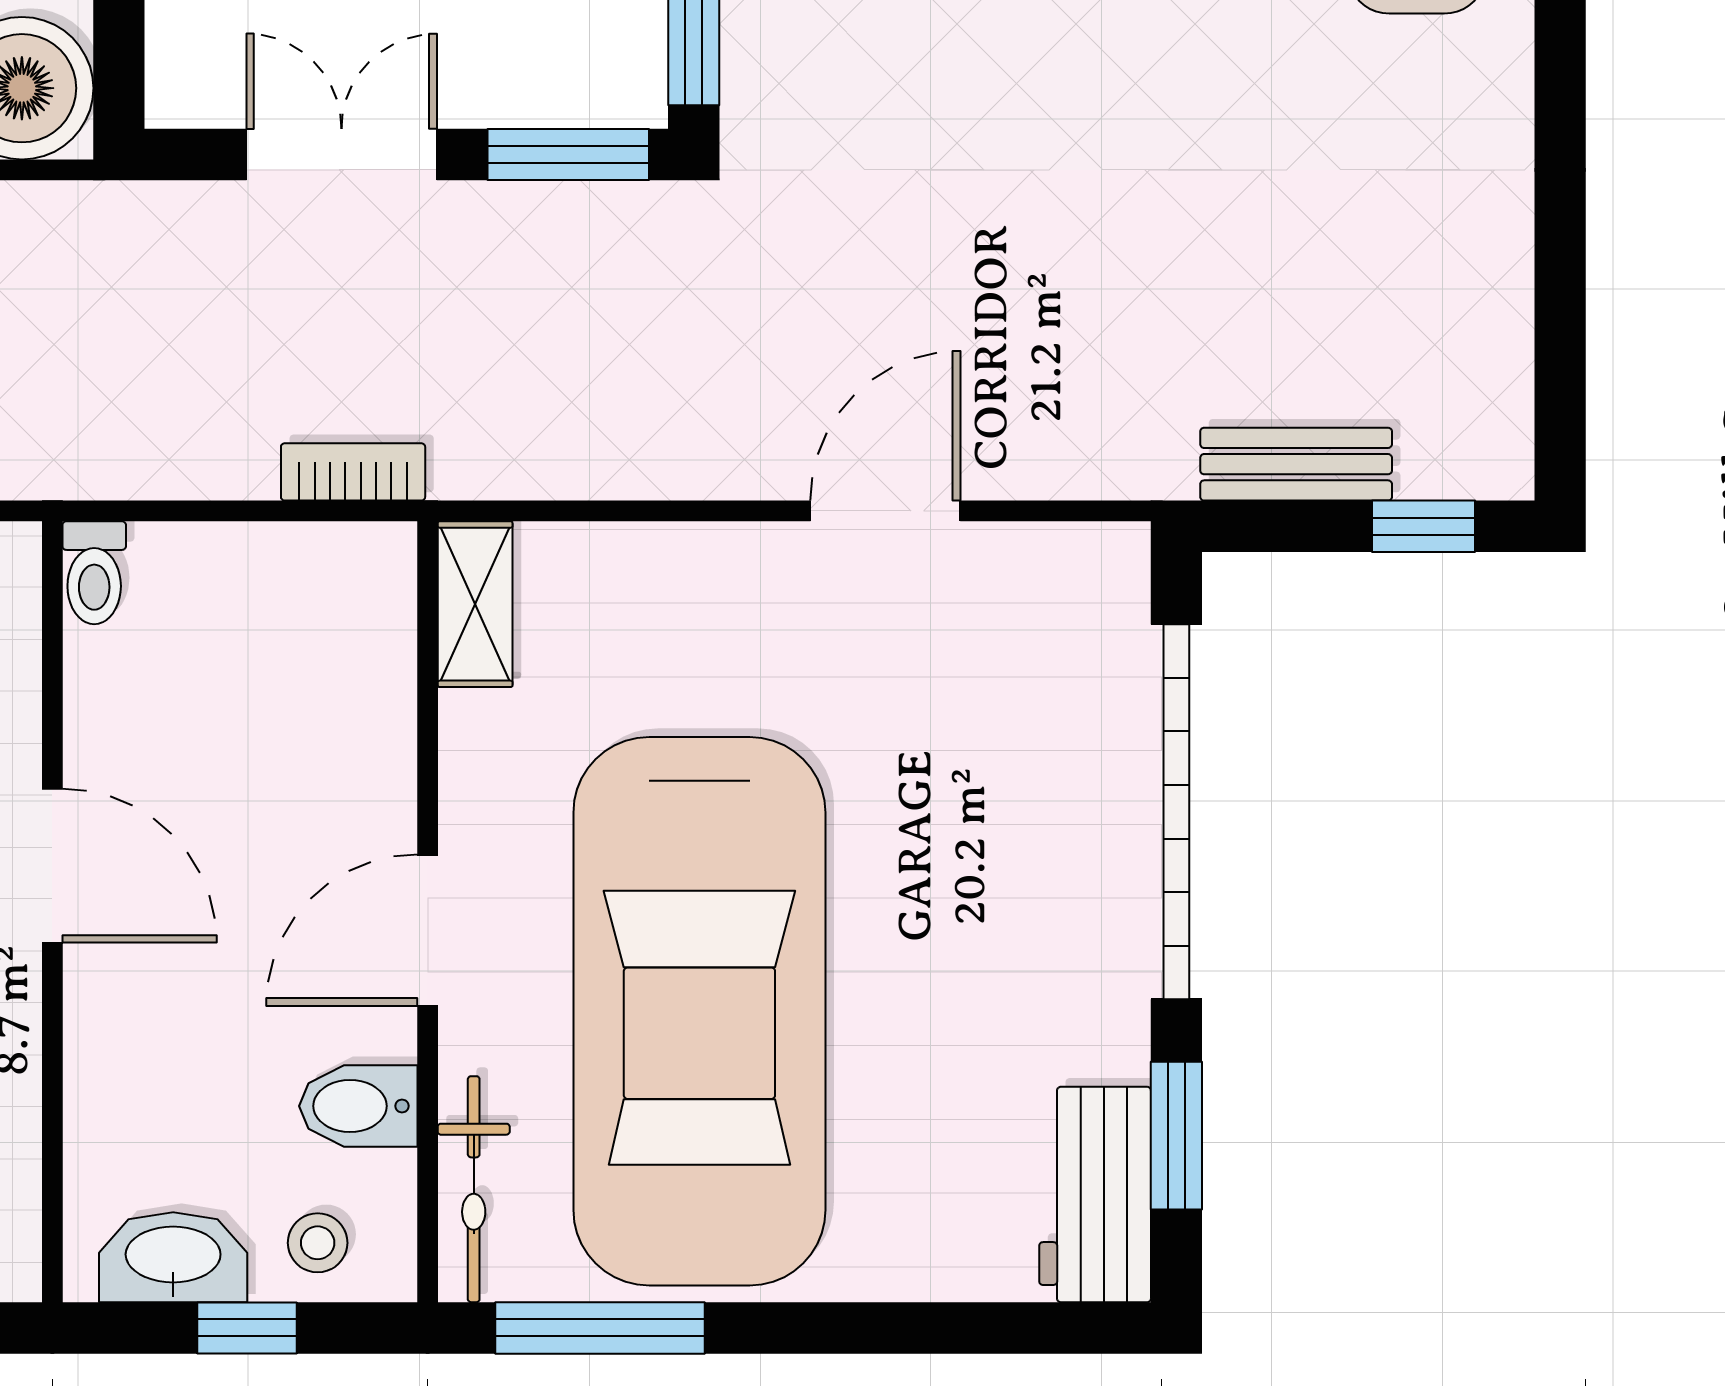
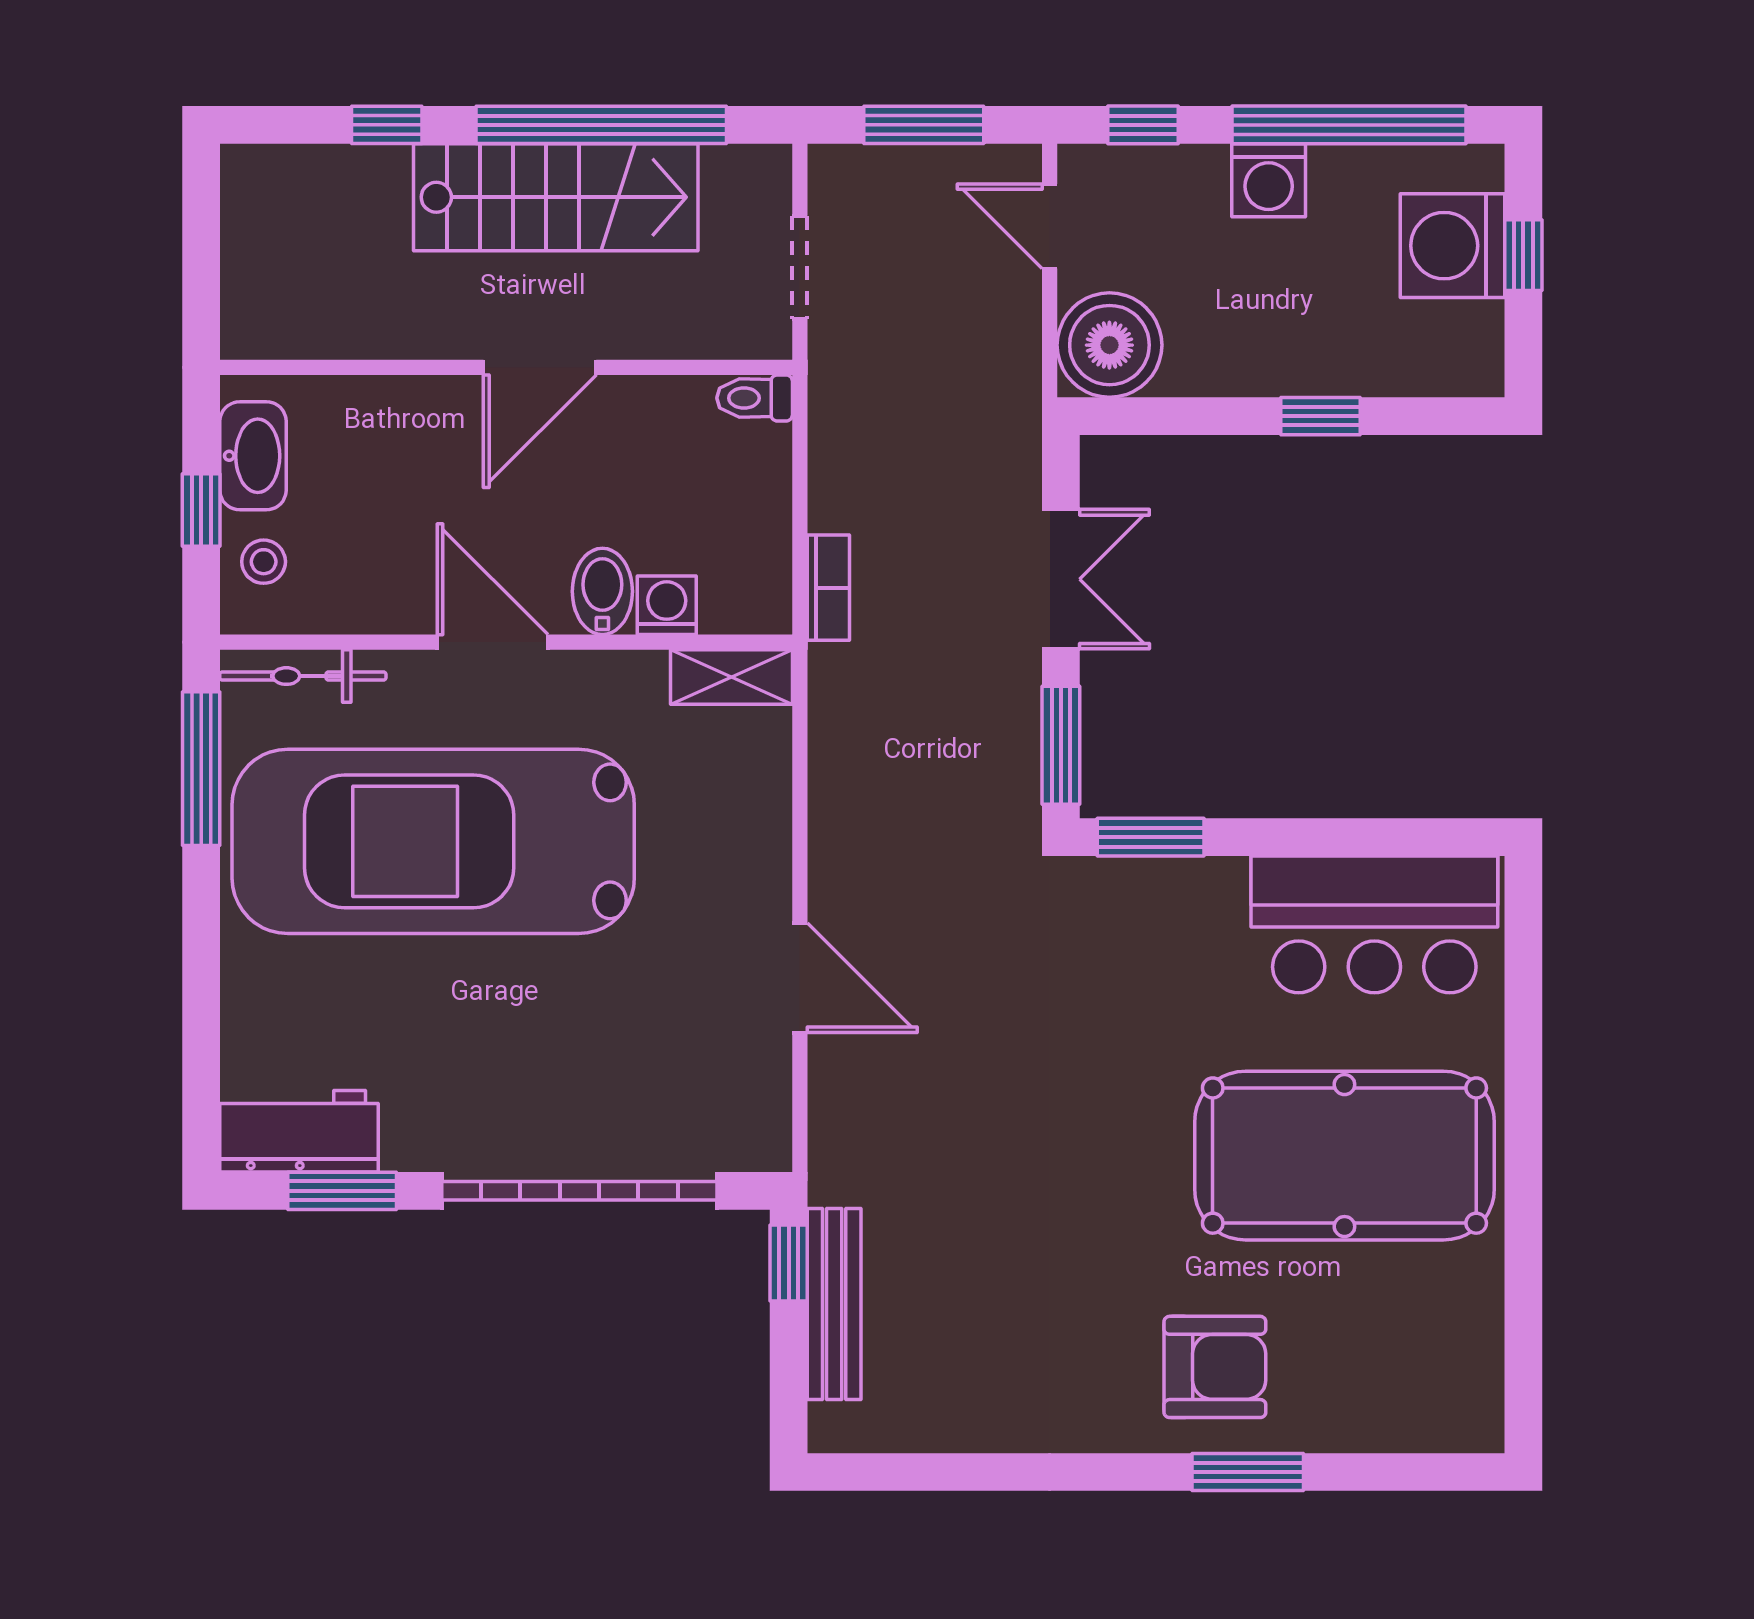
bench: (1296, 464) -> (834, 1304), width x1.36
window: (1423, 526) -> (789, 1263), moved
washing machine: (377, 692) -> (667, 605), added
bidet: (358, 1106) -> (602, 591), moved

